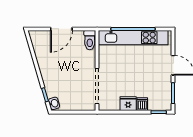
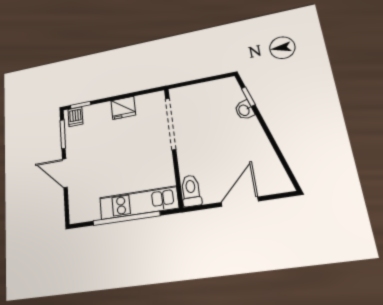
kitchen unit: (133, 38) -> (139, 203), width x0.73
washbasin: (54, 103) -> (244, 110), moved
dishwasher: (142, 104) -> (75, 117), moved

